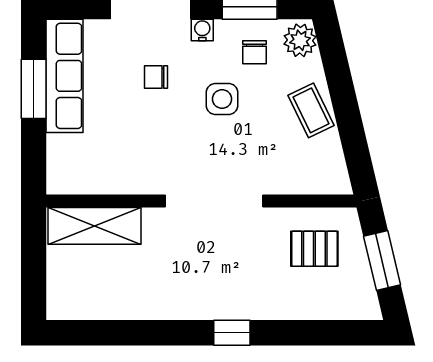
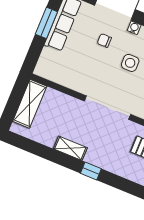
shelving: (94, 226) -> (30, 104), moved, turned 90
shelving: (176, 306) -> (70, 148), added

